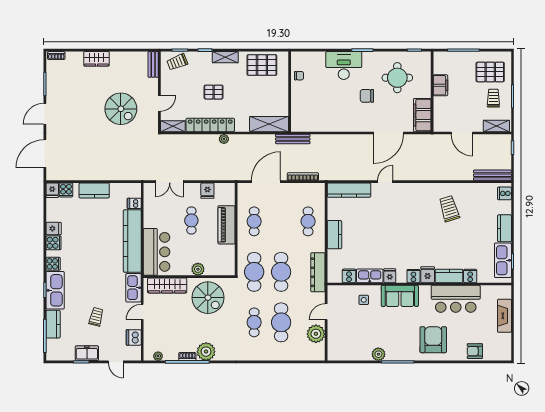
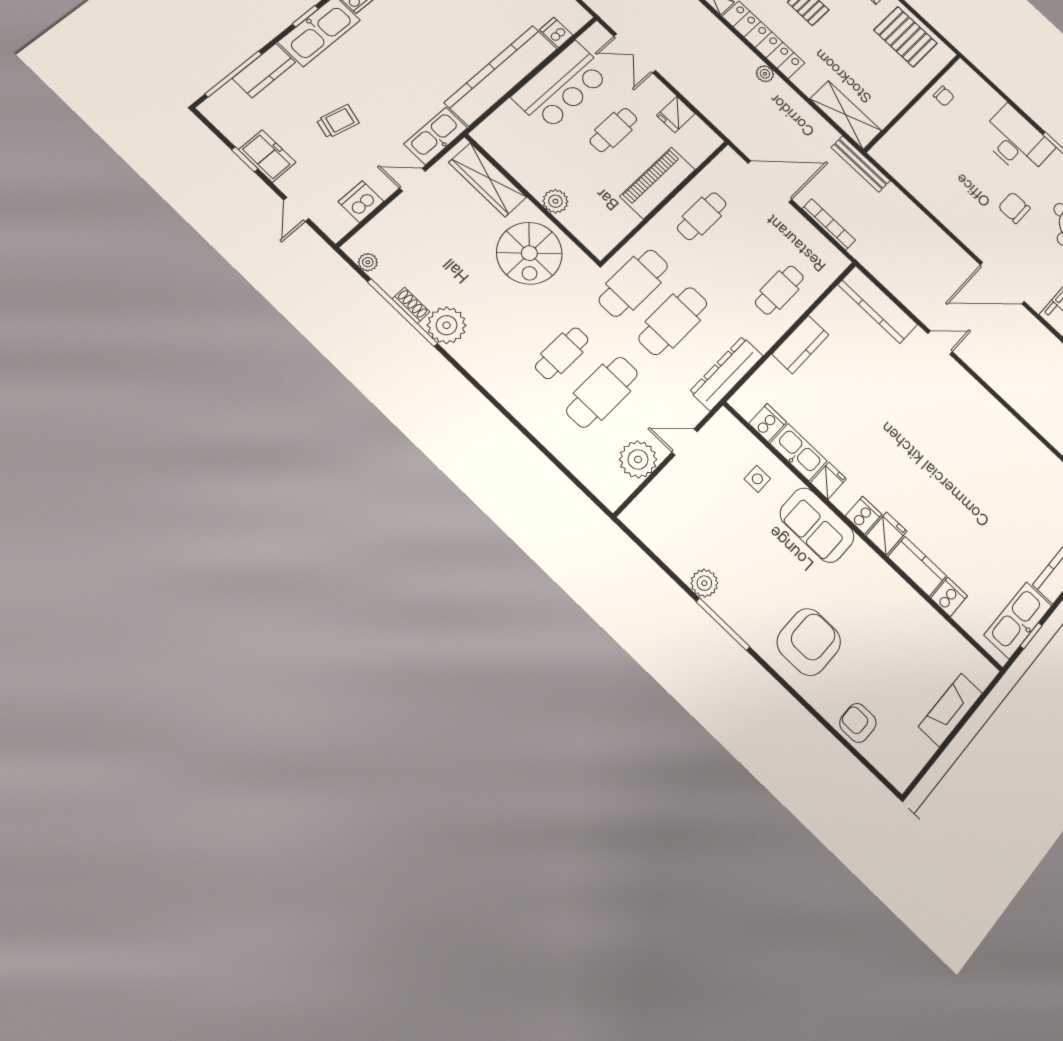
trolley: (449, 209) -> (1000, 468), removed
bar counter: (157, 252) -> (561, 86), moved
bar counter: (456, 299) -> (898, 611), removed

